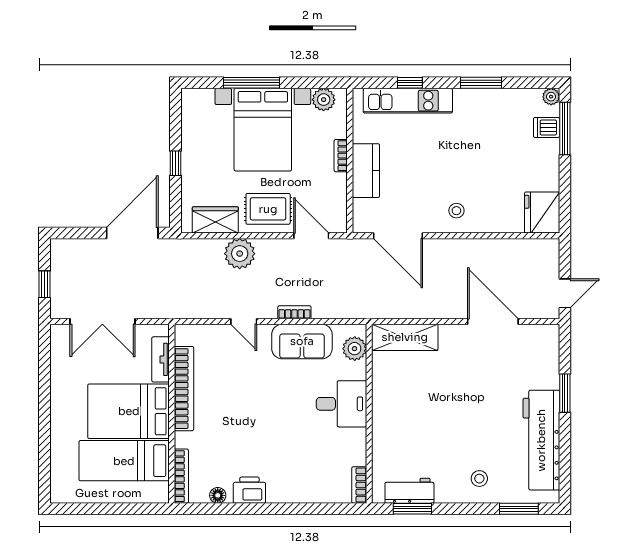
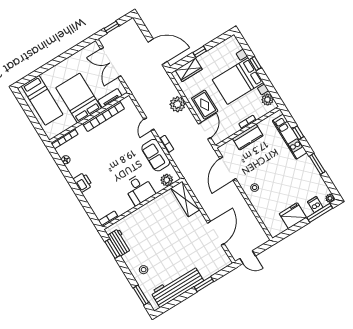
window: (251, 83) -> (255, 63), width x0.46
fridge: (542, 213) -> (293, 216), moved
wardrobe: (215, 220) -> (189, 70), moved, turned 90
bed: (124, 461) -> (42, 100), moved, turned 180
printer: (249, 490) -> (83, 182), moved

